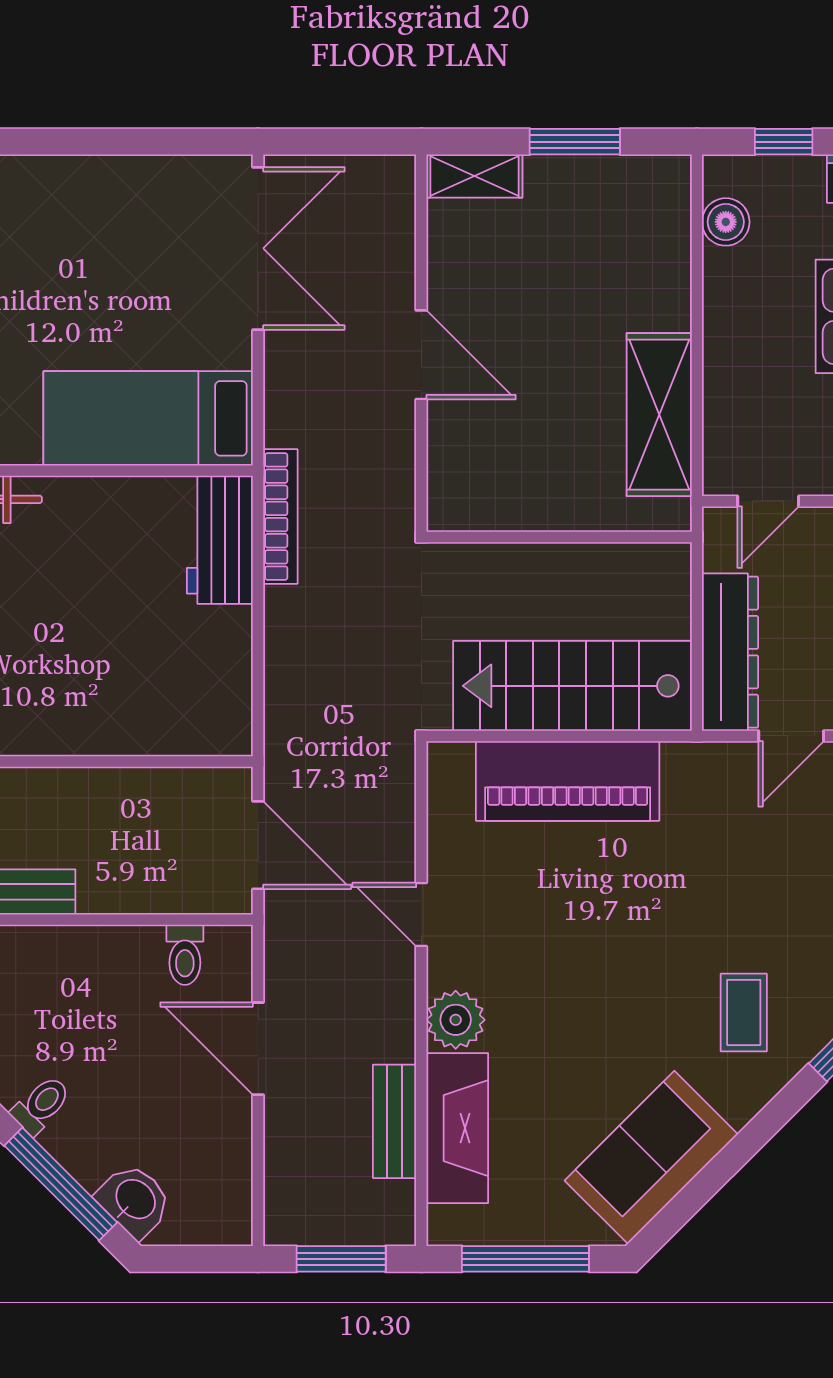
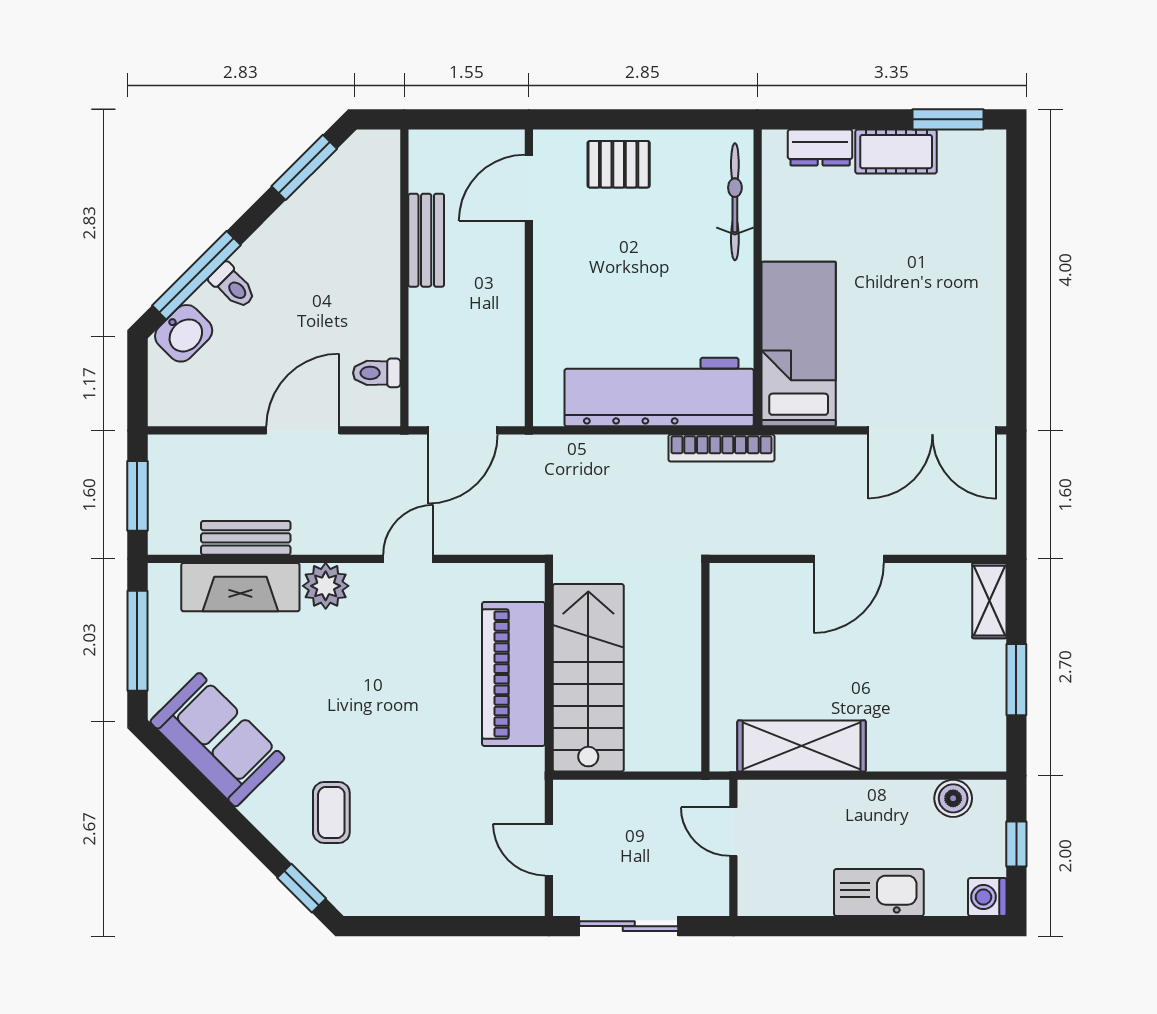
workbench: (220, 540) -> (659, 392), width x1.88, depth x1.32
dresser: (730, 652) -> (615, 802), removed
coffee table: (744, 1012) -> (331, 813), turned 90
toilet: (41, 1105) -> (233, 286), moved

